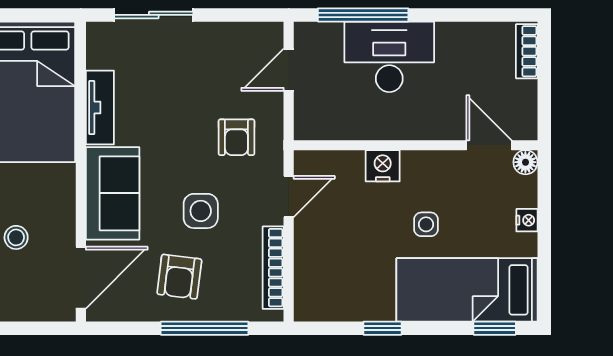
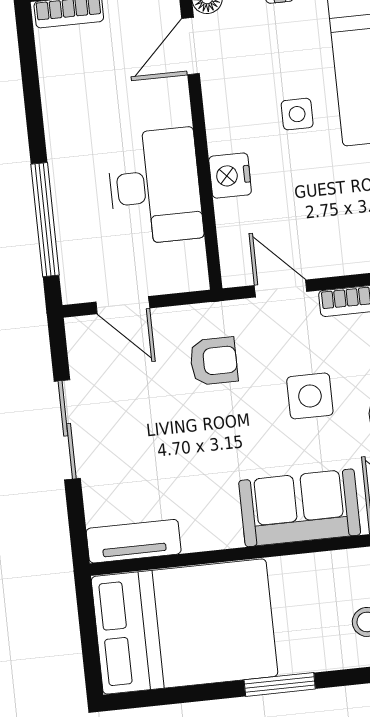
sliding door: (154, 15) -> (67, 430), moved
desk: (389, 57) -> (155, 186), moved, turned 180
tv unit: (100, 107) -> (134, 541), moved

